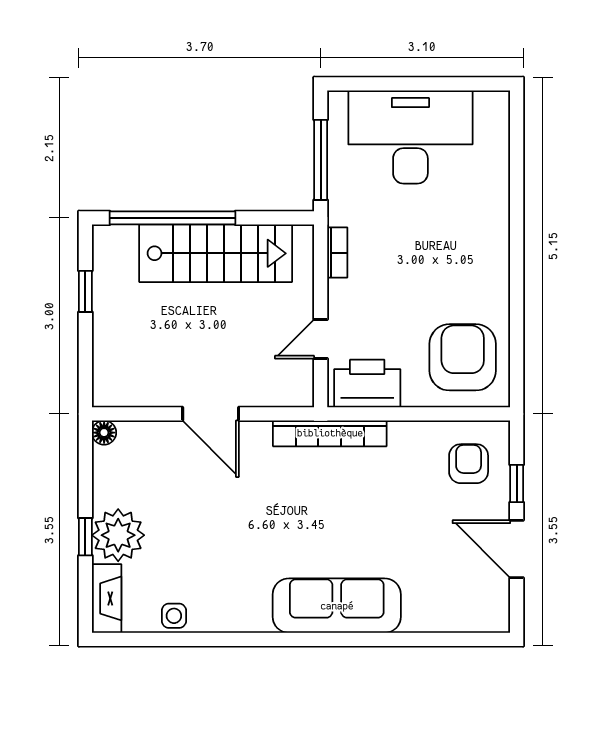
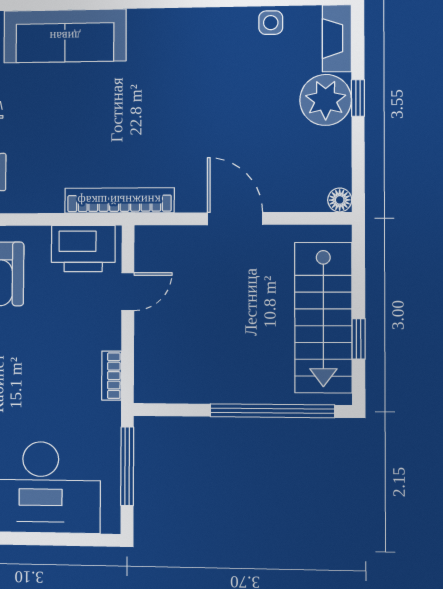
stairs: (216, 253) -> (323, 318), moved, turned -90
sofa: (337, 606) -> (65, 36), moved

